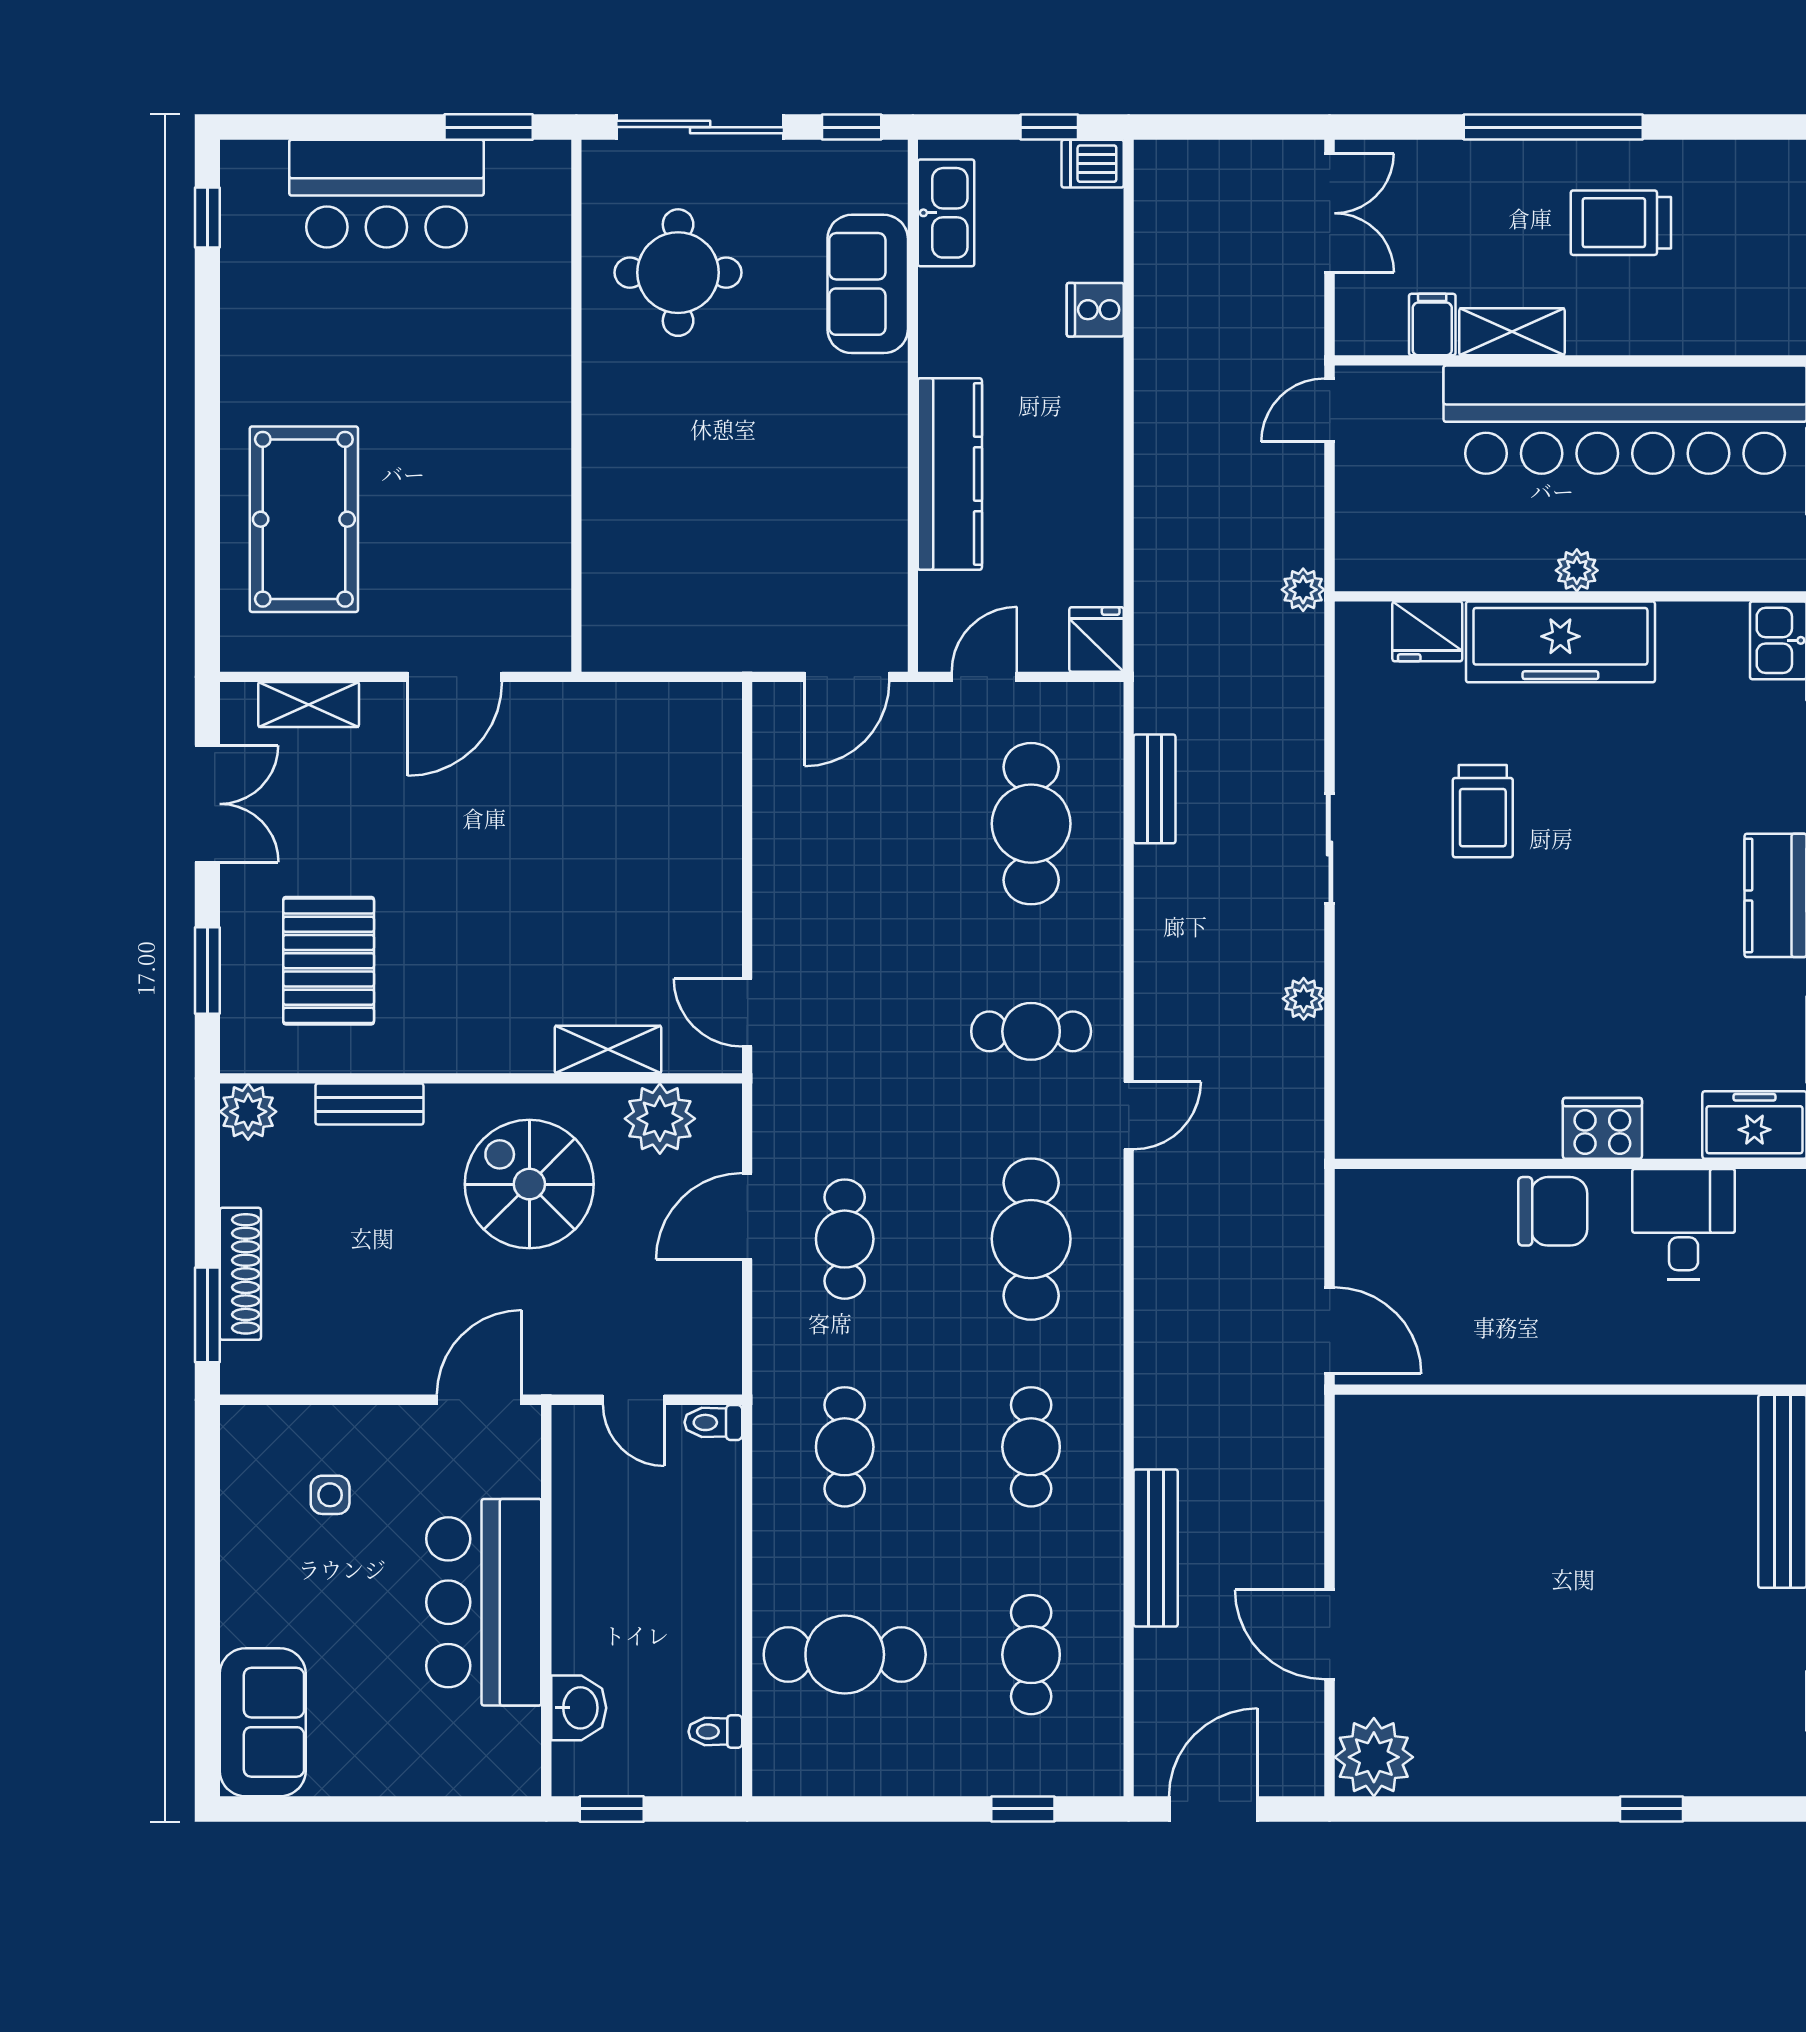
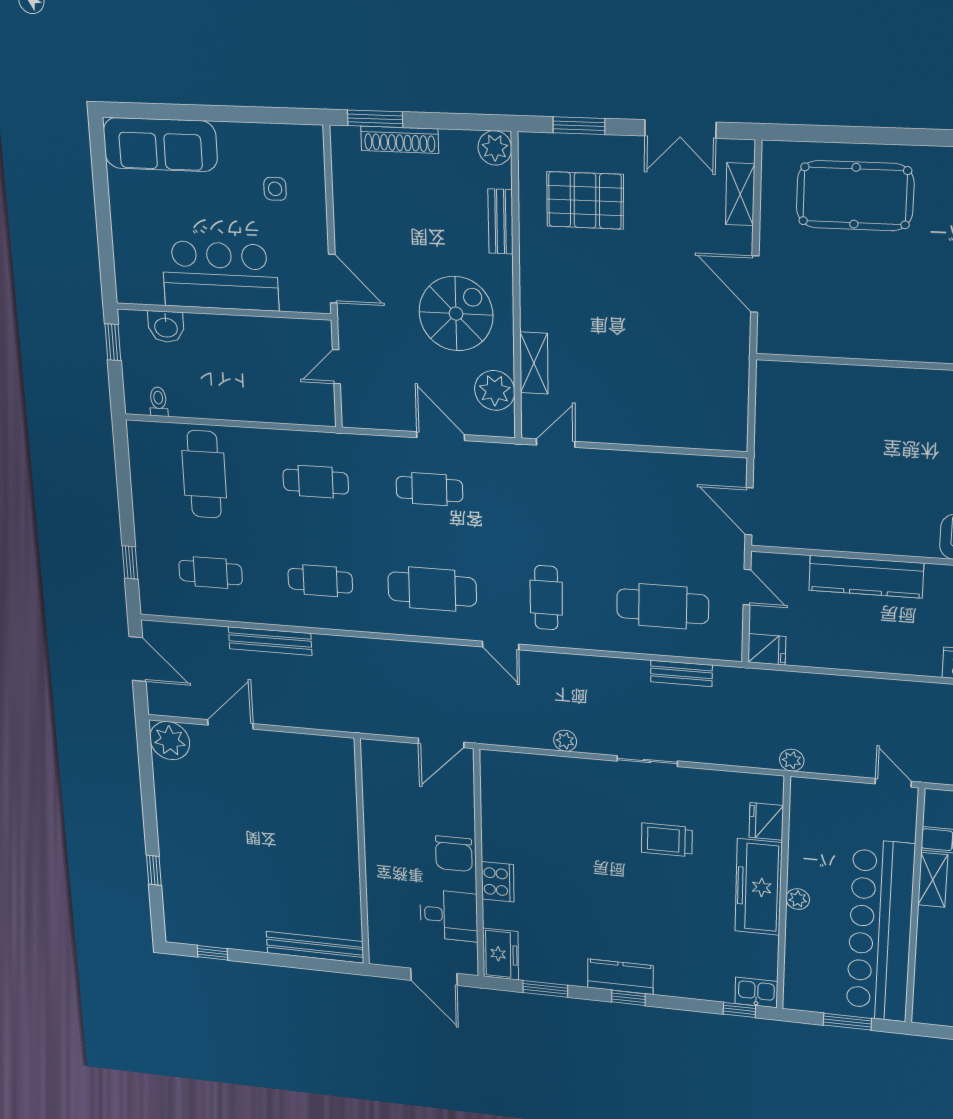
door: (1330, 1331) -> (441, 743), moved
toilet: (713, 1422) -> (326, 411), removed
sofa: (263, 1722) -> (160, 145), width x1.36

